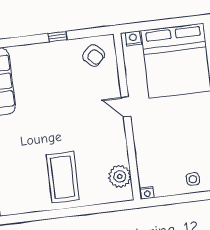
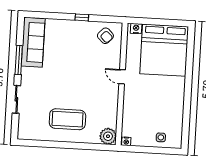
plant: (120, 176) -> (108, 136), moved
coffee table: (63, 177) -> (67, 119), turned 90

